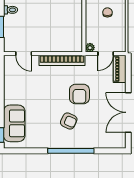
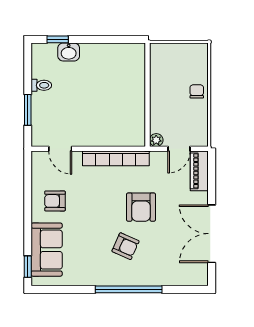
chair: (107, 12) -> (197, 91), moved
armchair: (20, 90) -> (55, 201), added

